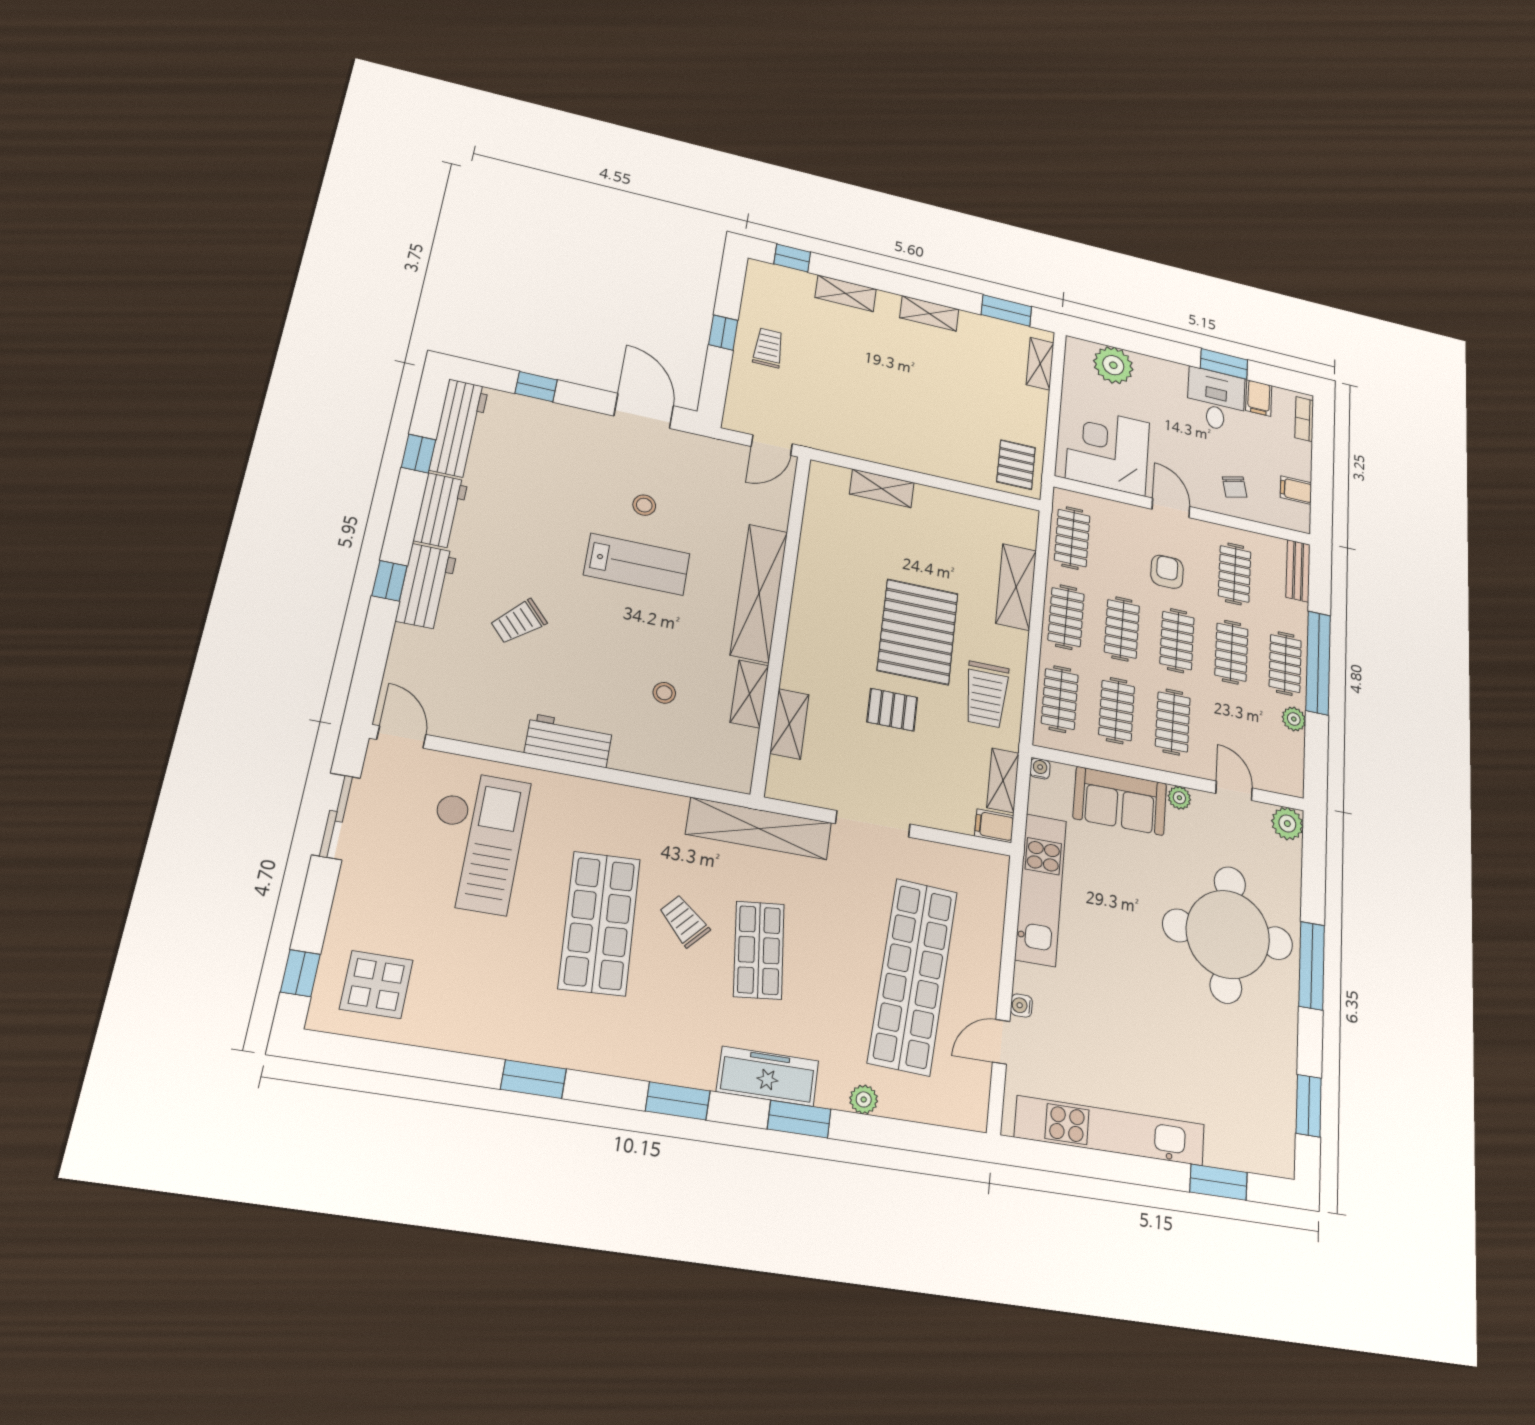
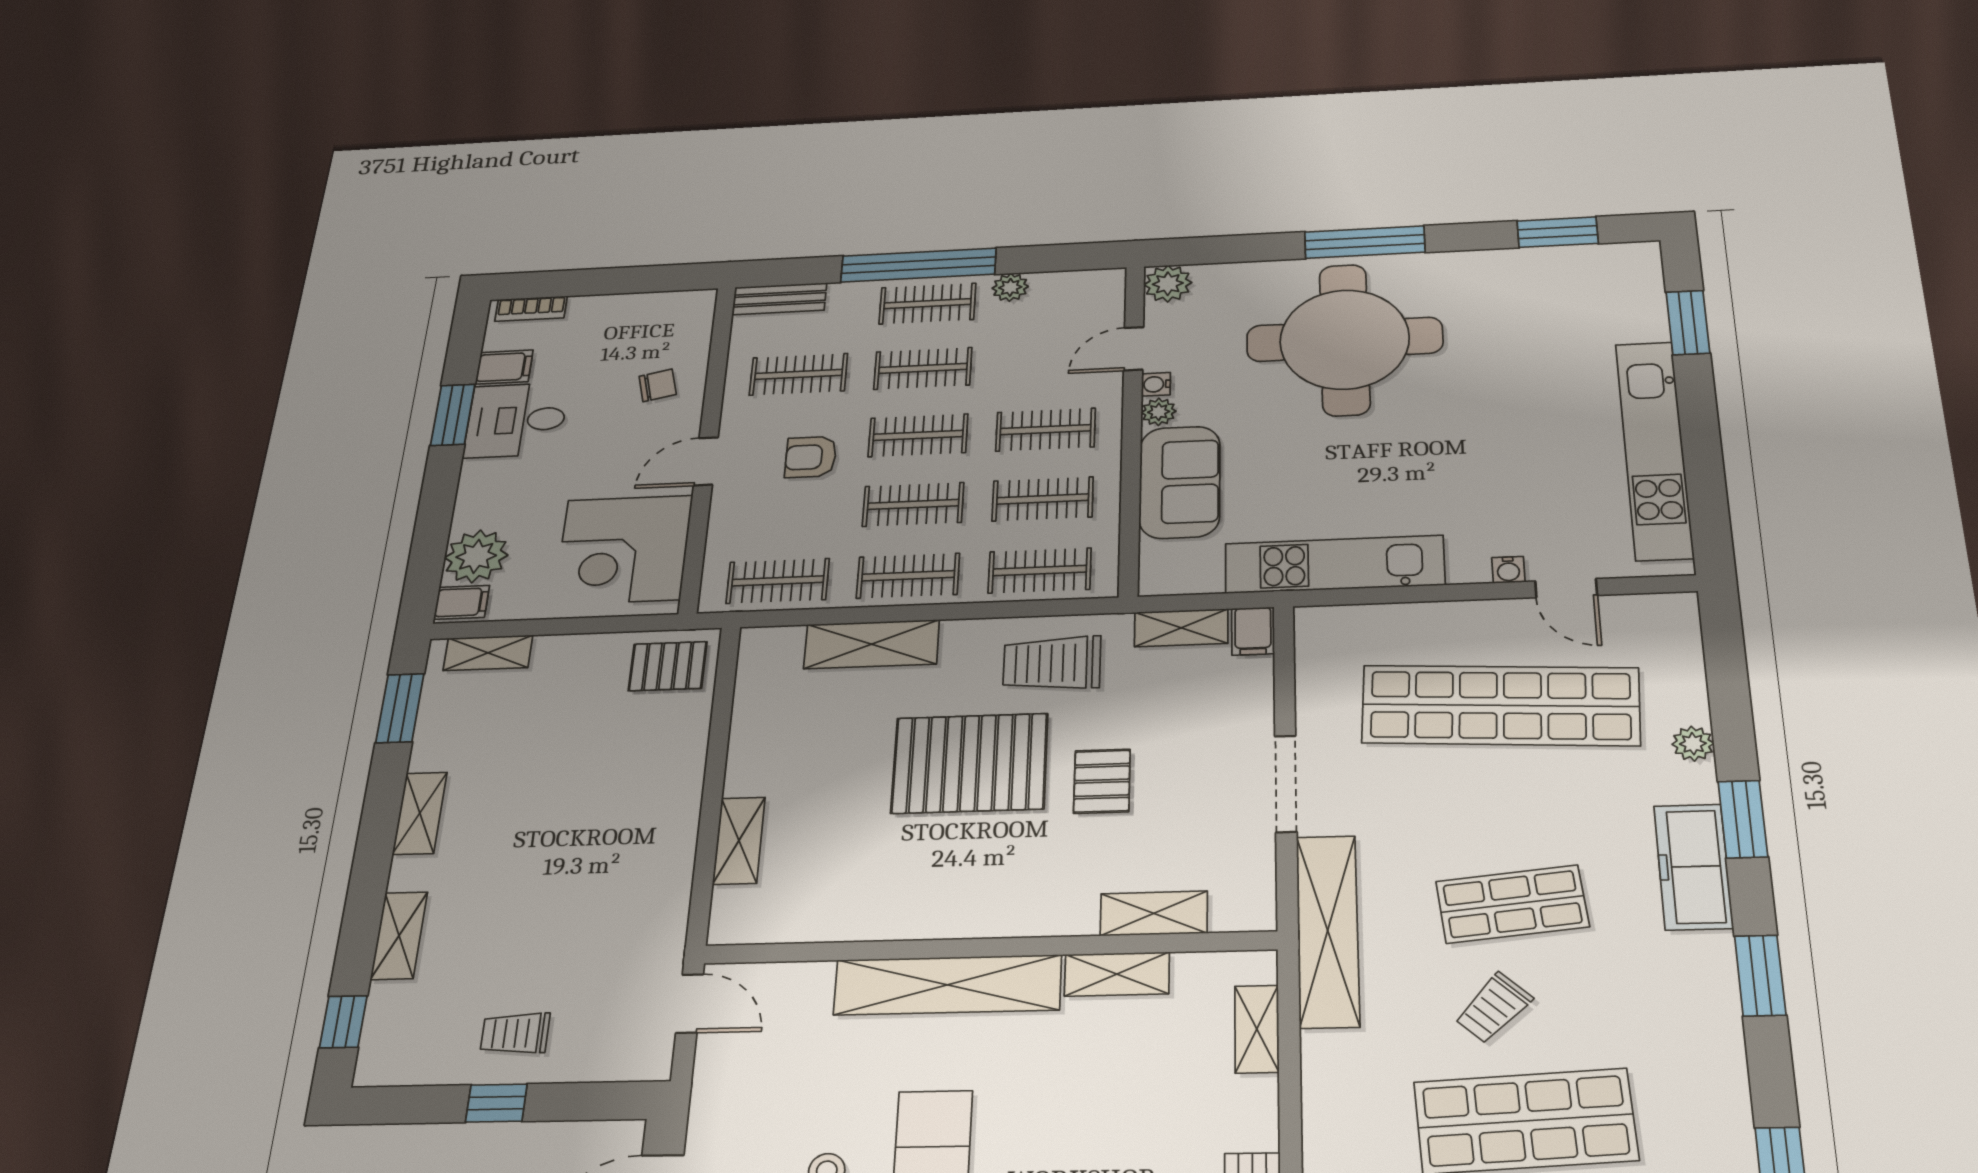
filing cabinet: (1296, 490) -> (462, 602), moved, turned -90
stool: (664, 693) -> (1140, 1091), removed
trolley: (986, 694) -> (1052, 663), turned 180
water cooler: (1040, 769) -> (1156, 384), moved
shelving: (695, 771) -> (1257, 1029), added

